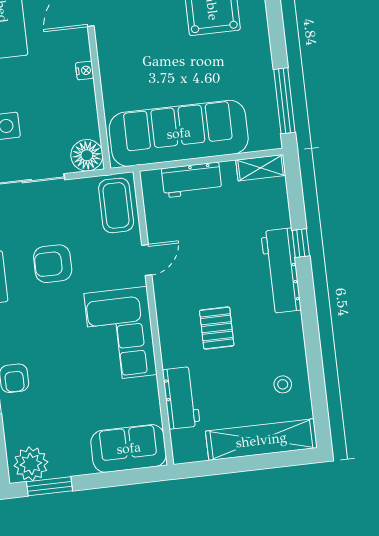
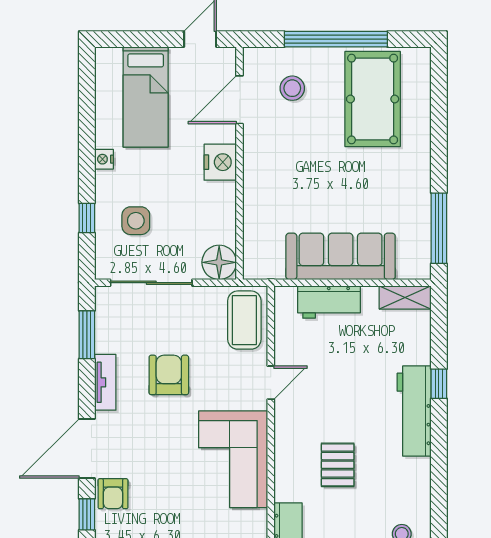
nightstand: (85, 70) -> (220, 162), width x1.89, depth x1.79
sofa: (179, 133) -> (341, 256), width x0.74, depth x0.79
armchair: (53, 264) -> (169, 375), turned 90

